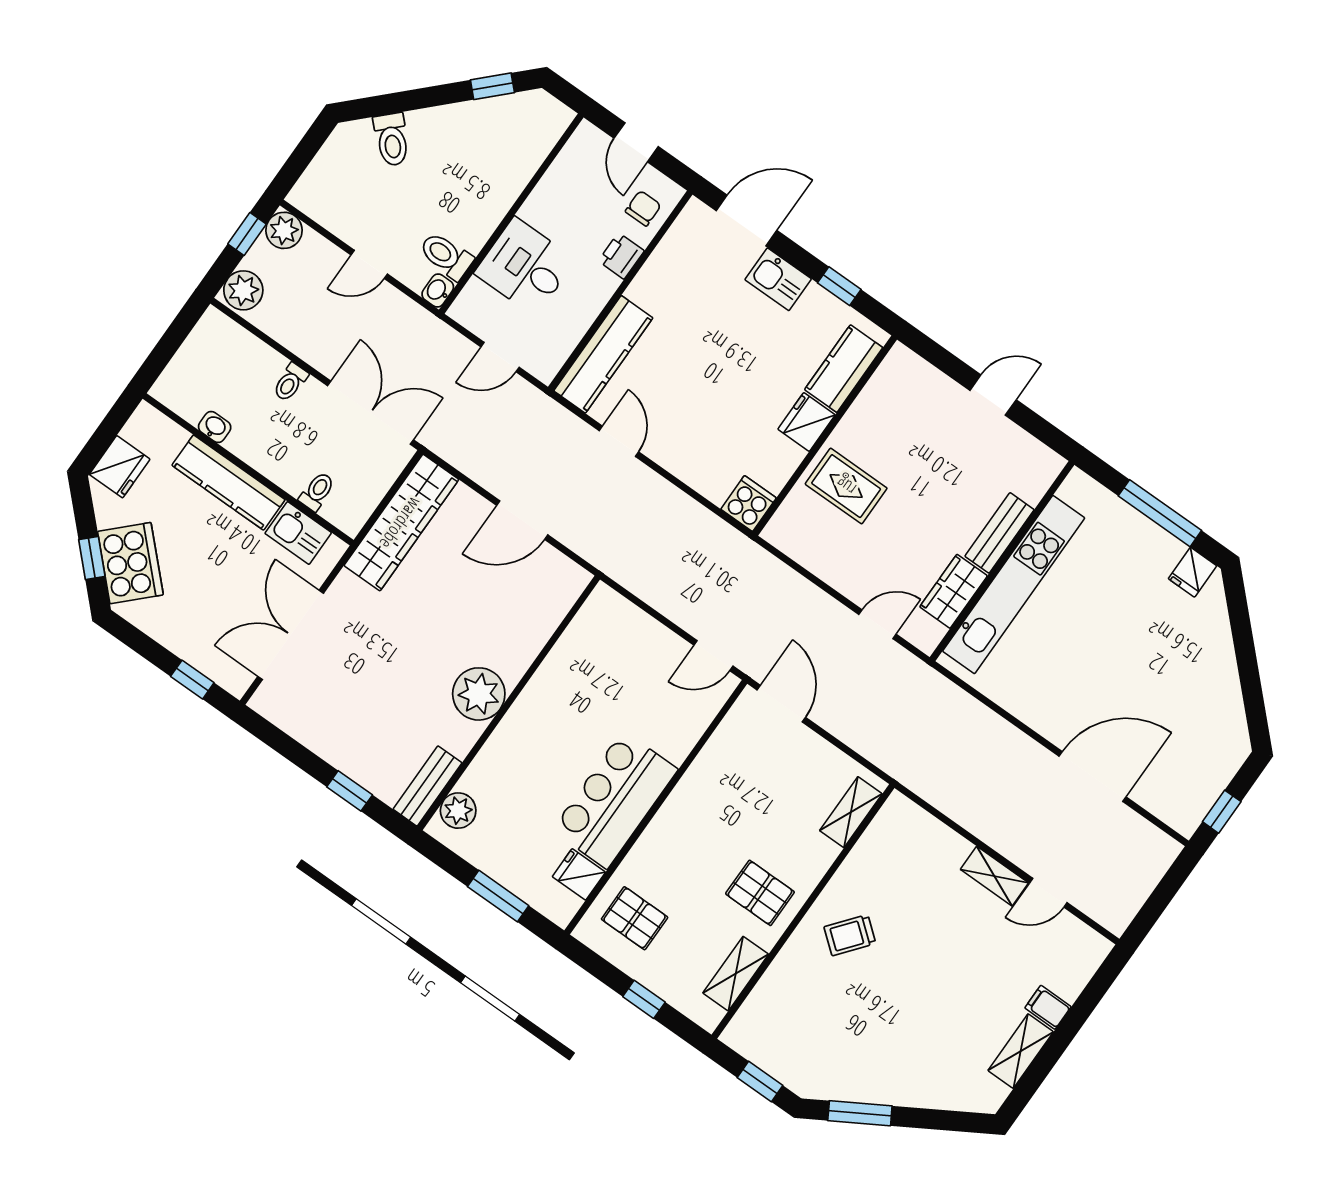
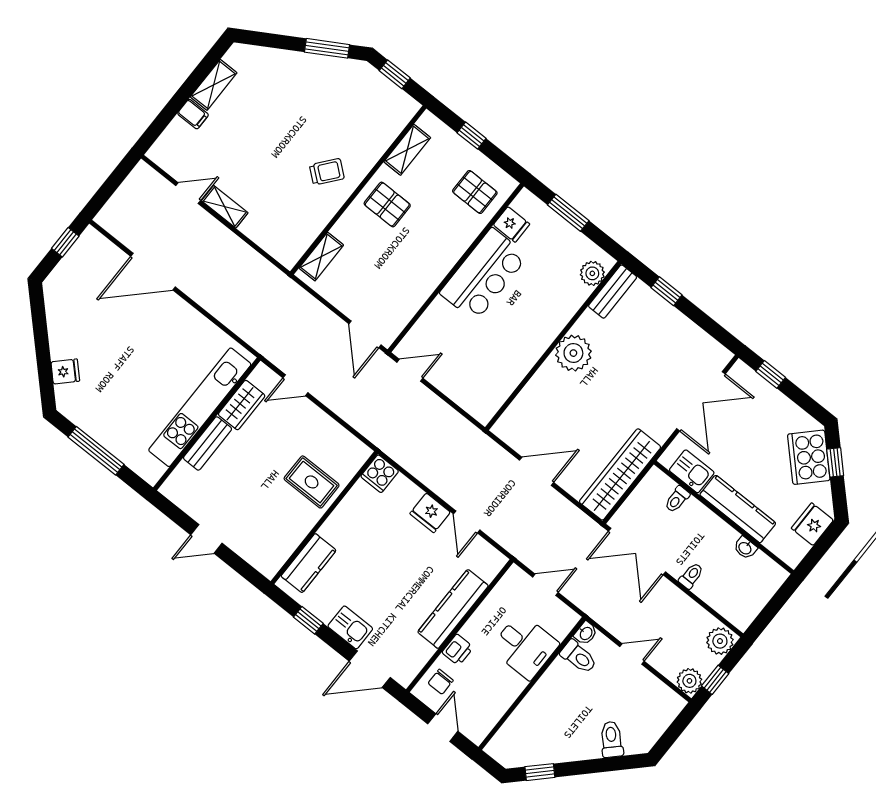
kitchen counter: (603, 354) -> (453, 609), moved
fridge: (806, 422) -> (430, 513), moved, turned 90
fridge: (1192, 572) -> (65, 371), moved, turned 45

